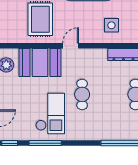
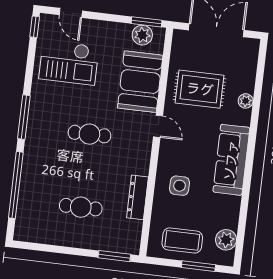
checkout: (50, 113) -> (69, 63), moved
window: (45, 143) -> (24, 117), moved

